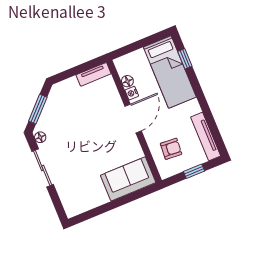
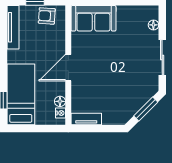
nightstand: (132, 93) -> (60, 113), moved
floor lamp: (40, 137) -> (153, 25), moved
armchair: (171, 149) -> (47, 16), moved

